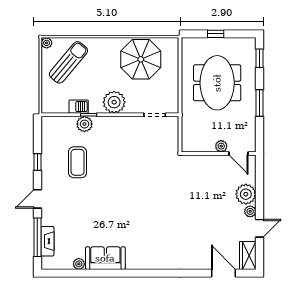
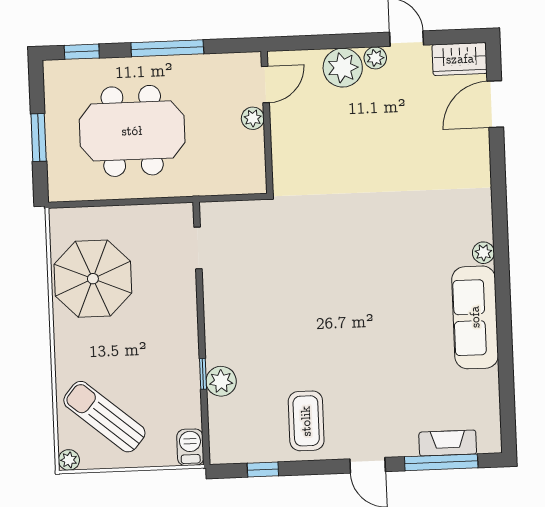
window: (216, 34) -> (39, 137), width x1.50
plant: (114, 102) -> (177, 326), removed
window: (260, 103) -> (167, 48), width x1.44
barbecue: (79, 107) -> (190, 447), moved
window: (37, 162) -> (263, 470), moved
coffee table: (78, 162) -> (306, 421), moved, turned 90
sofa: (105, 258) -> (475, 317), width x1.36
plant: (79, 264) -> (483, 253), moved

